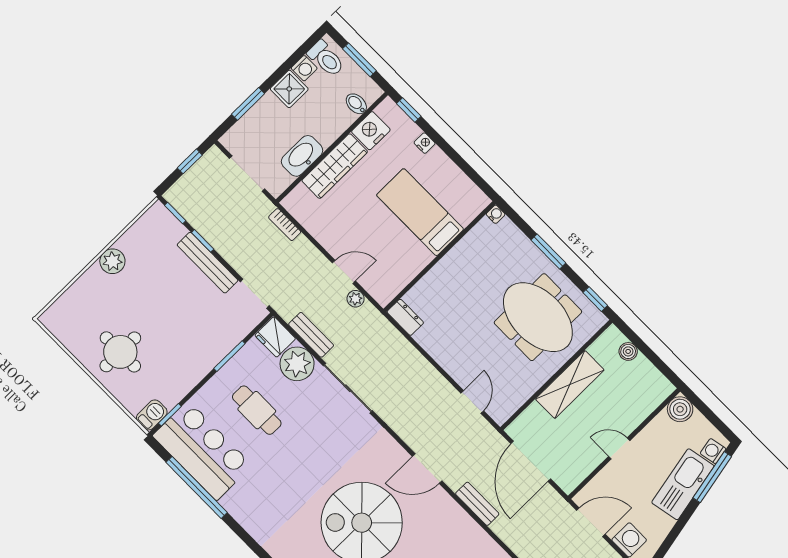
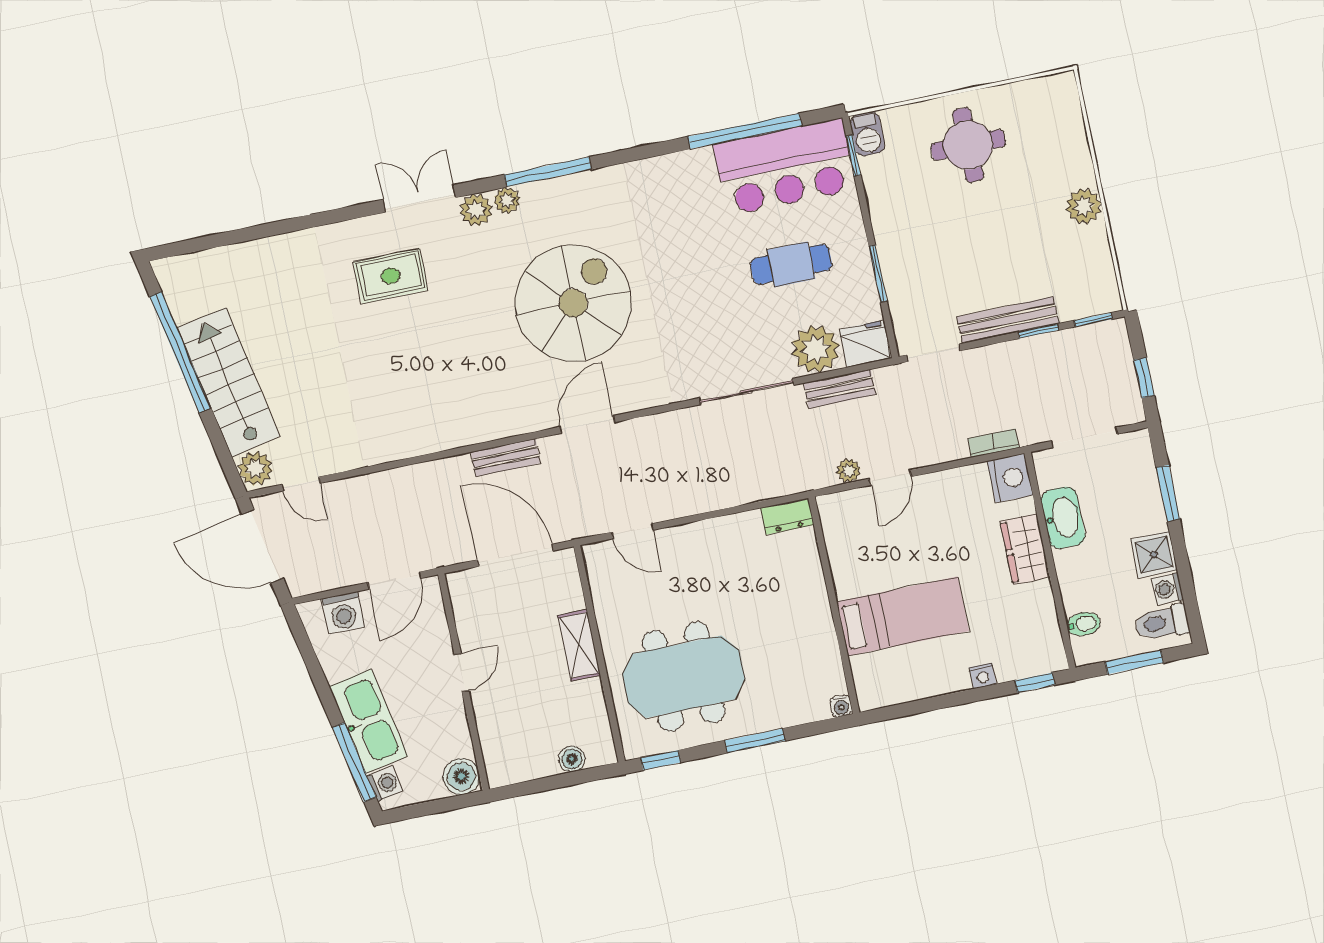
nightstand: (371, 131) -> (1010, 478), moved
wardrobe: (335, 166) -> (1025, 549), width x0.67
shelving: (570, 384) -> (579, 645), width x0.67, depth x0.75

